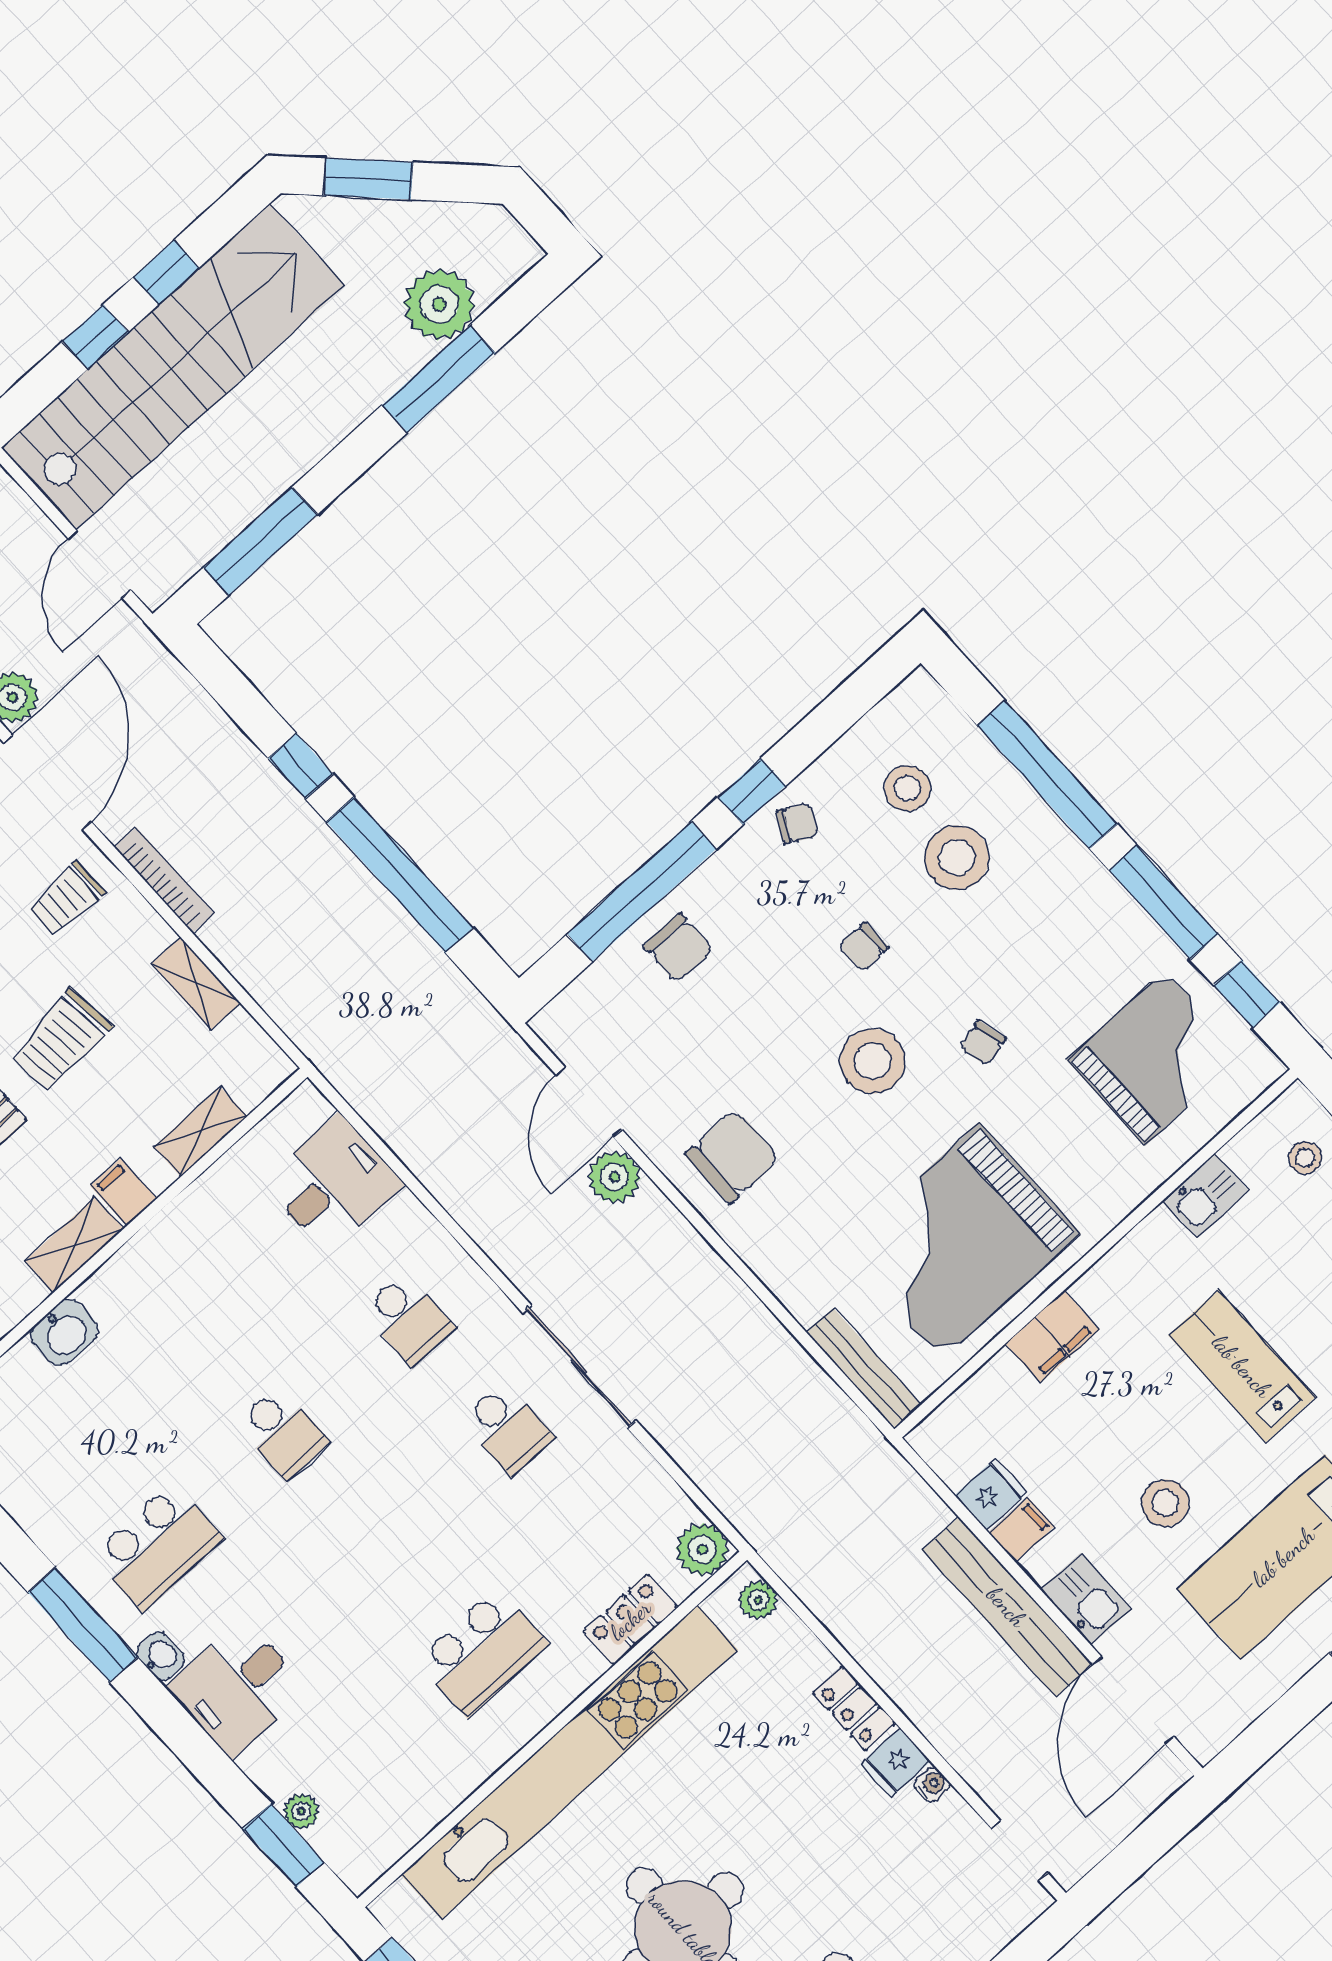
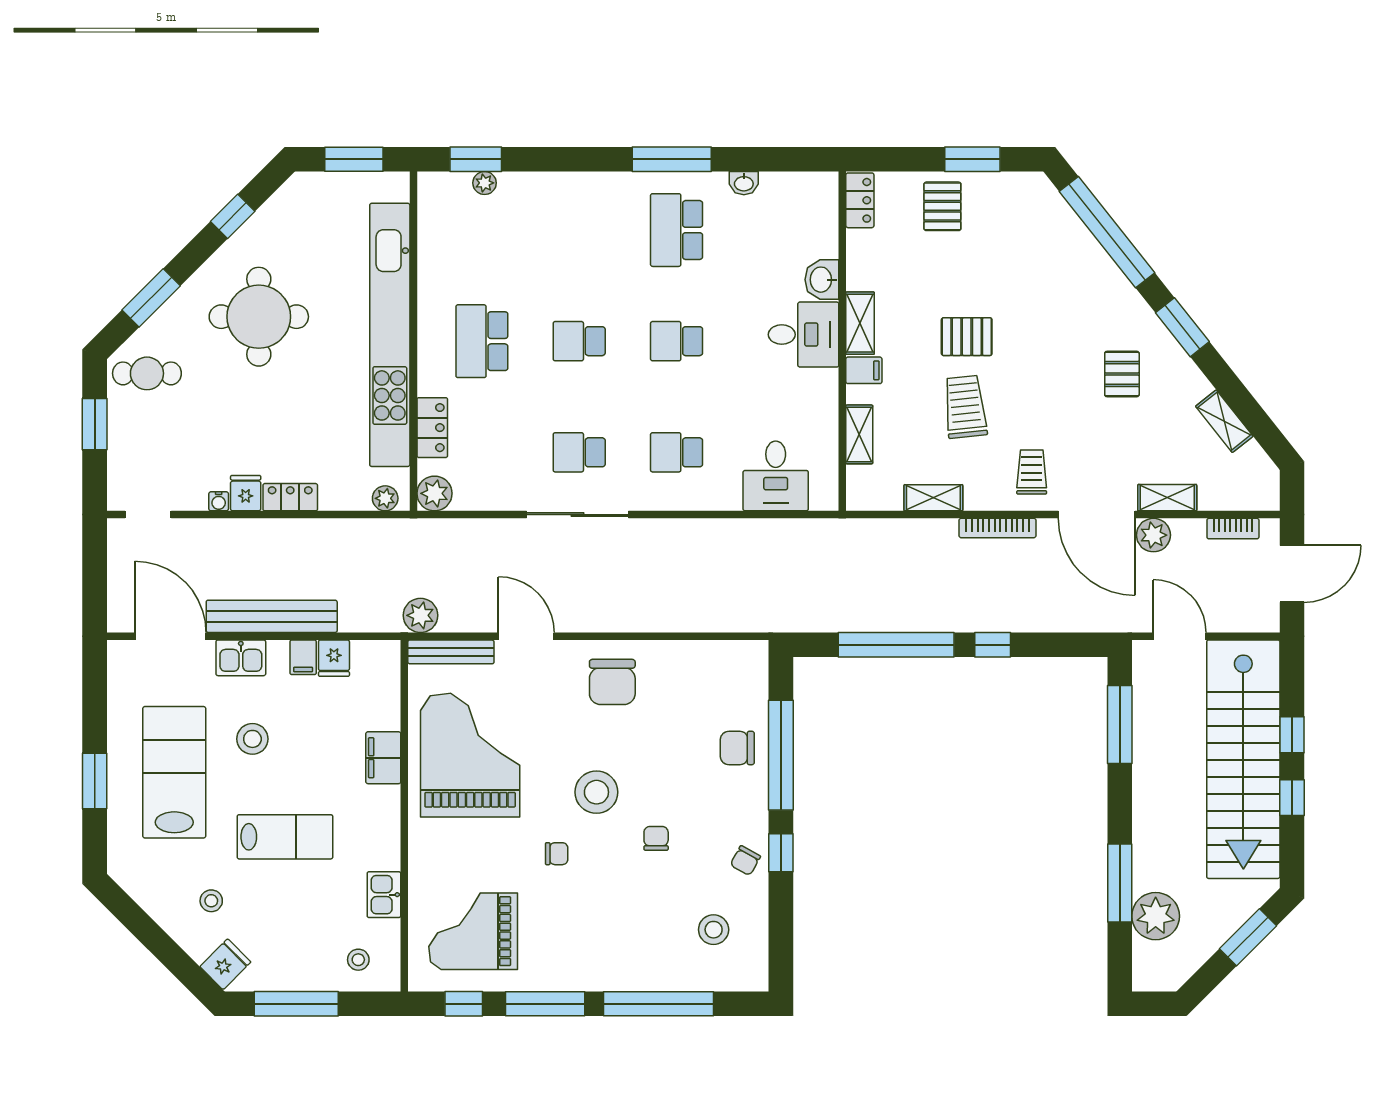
stool: (957, 858) -> (658, 923), removed
chair: (983, 1043) -> (557, 854), turned 104
grand piano: (1155, 1058) -> (473, 931), turned 90
door: (589, 1102) -> (526, 636), moved
plant: (614, 1177) -> (421, 615), moved
school desk: (382, 1543) -> (579, 341), added
washbasin: (160, 1656) -> (744, 183), moved
desk: (238, 1688) -> (804, 335), moved, turned 90

